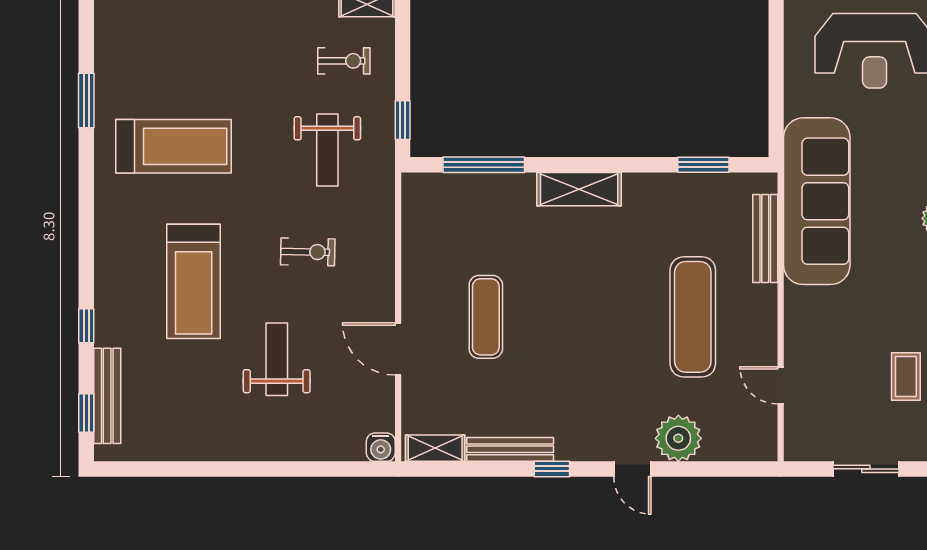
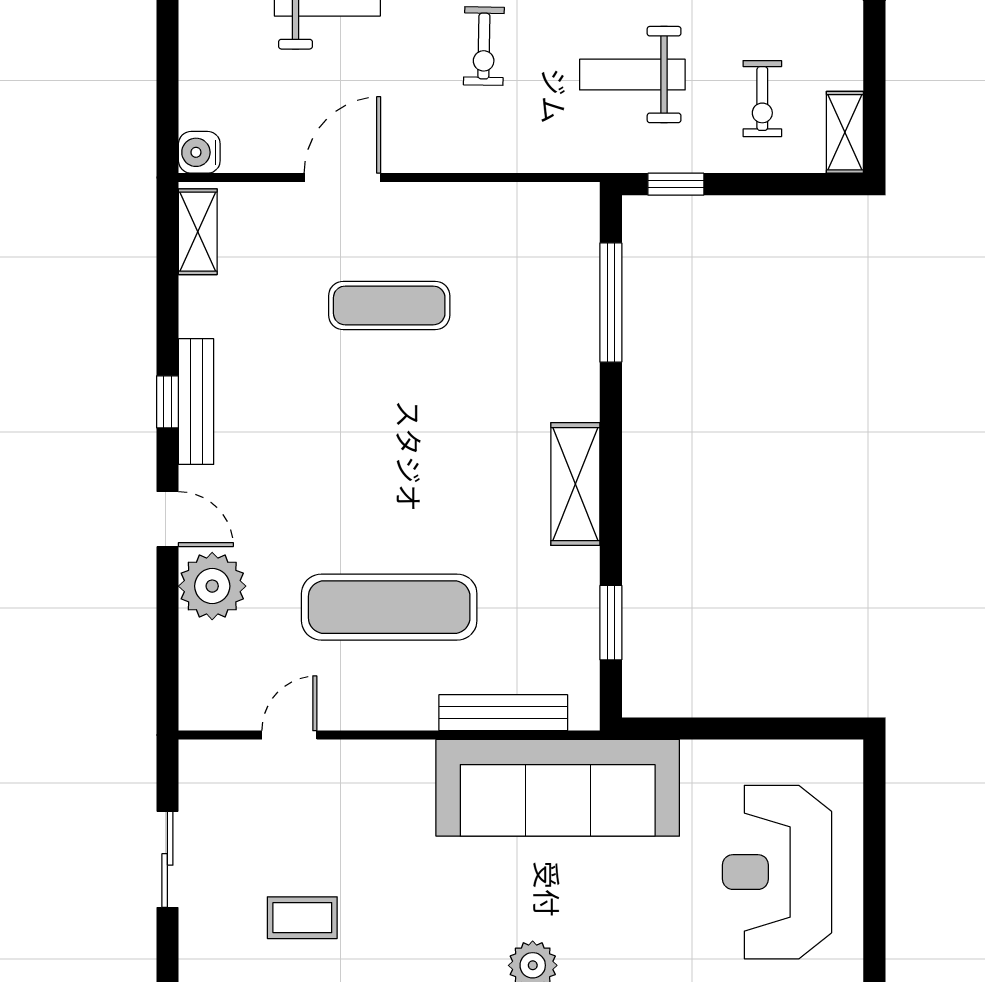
shelving: (579, 189) -> (575, 484), moved
bench: (510, 449) -> (196, 402), moved
door: (632, 469) -> (167, 519), swing flipped

